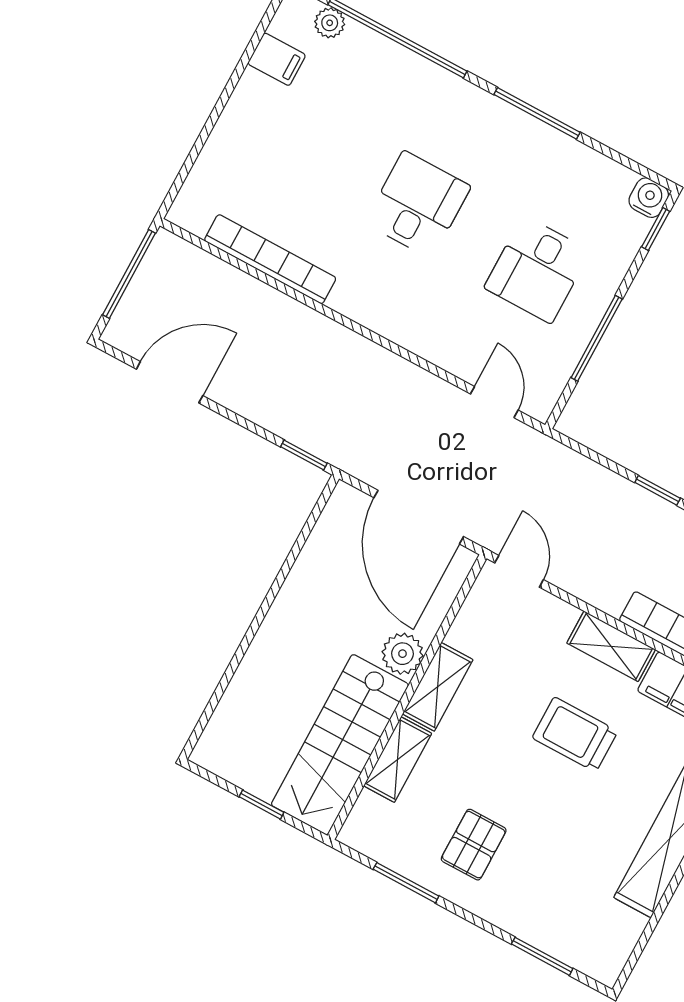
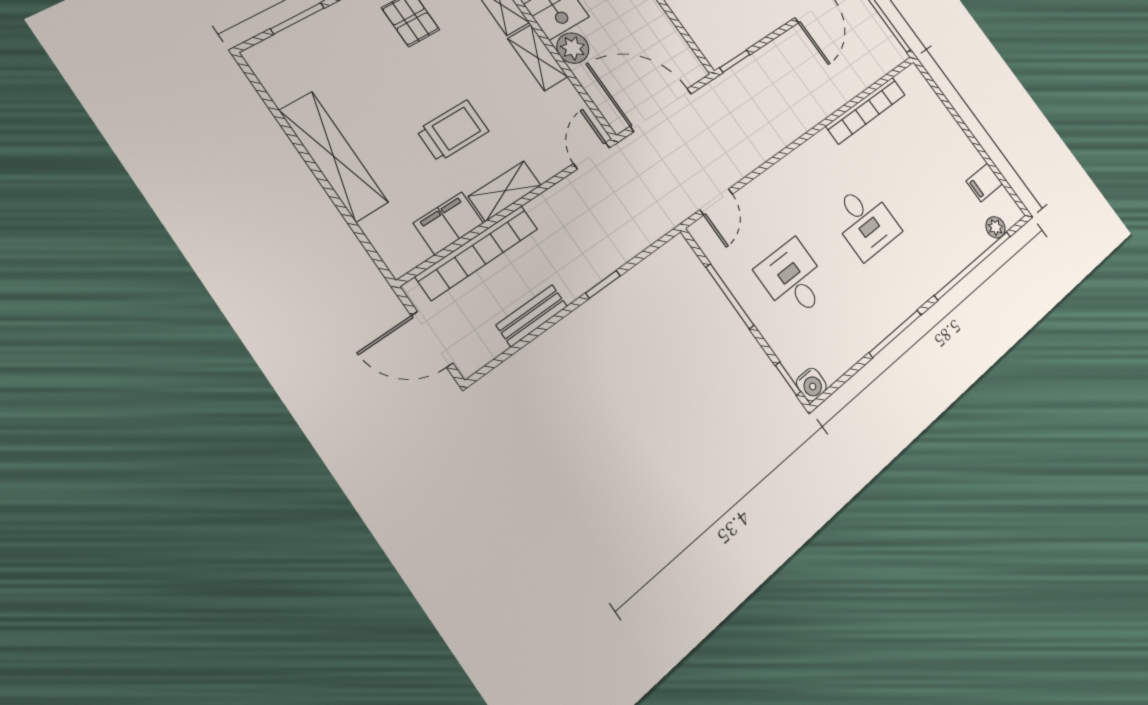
door: (494, 402) -> (716, 202), hinge flipped
door: (519, 571) -> (592, 156), swing flipped

